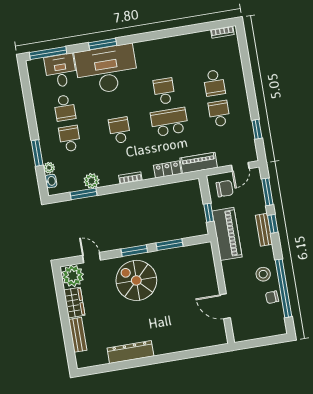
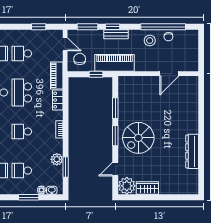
bench: (78, 335) -> (172, 189), removed

